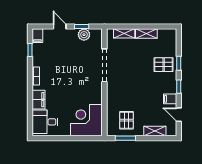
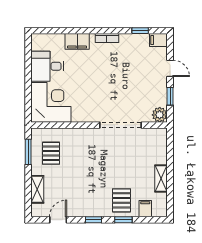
door: (60, 26) -> (170, 68), hinge flipped
shelving: (124, 33) -> (161, 150), removed
plant: (84, 35) -> (160, 115), moved
filing cabinet: (170, 99) -> (145, 209), moved
pallet: (126, 120) -> (51, 153), turned 90
desk: (45, 122) -> (47, 66), moved, turned -90

